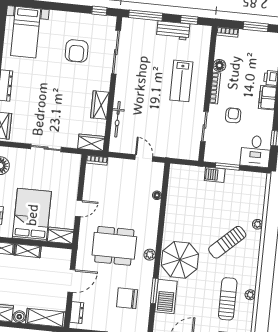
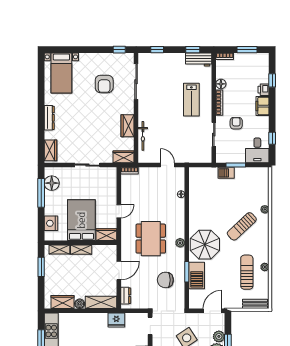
window: (146, 15) -> (157, 50), width x0.46
workbench: (173, 31) -> (199, 60), moved
dining table: (114, 246) -> (151, 239), turned 90

